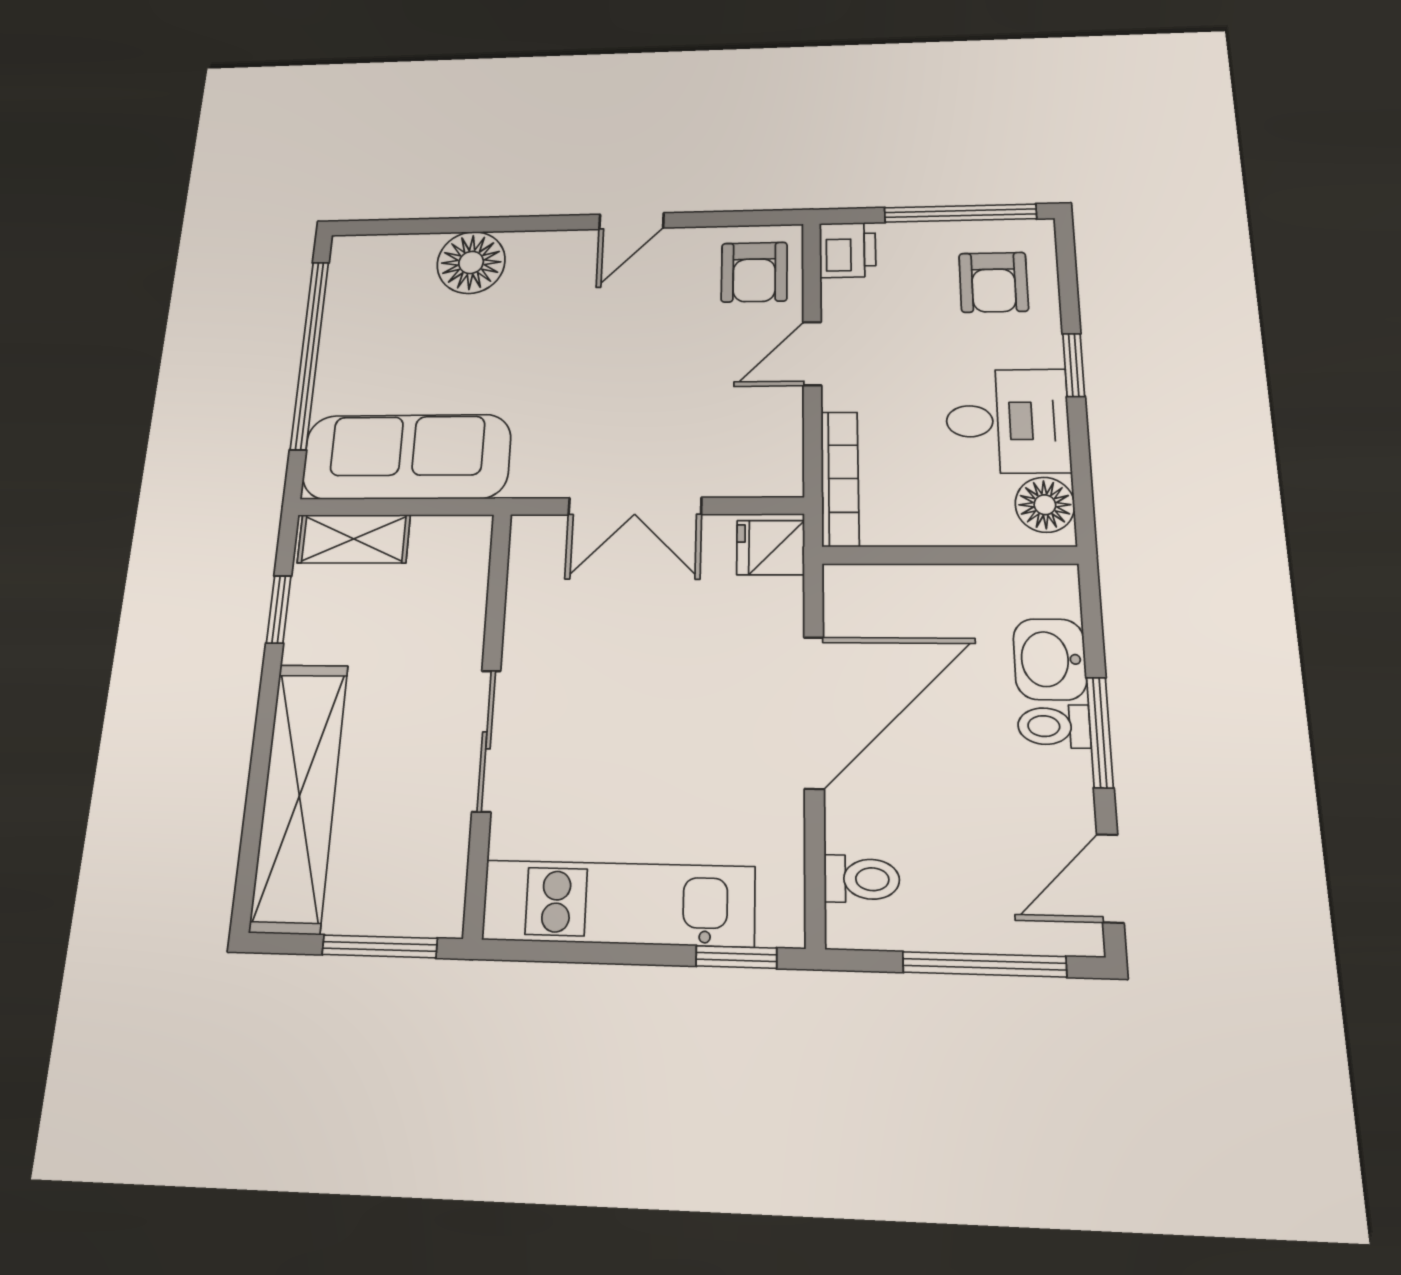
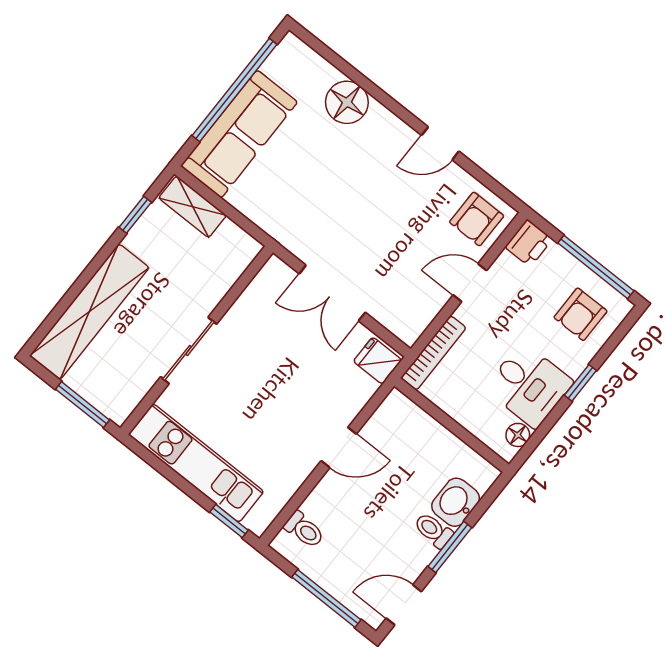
sofa: (407, 457) -> (239, 134), moved, turned 90
floor lamp: (1045, 505) -> (518, 435), width x0.73, depth x0.73
door: (814, 712) -> (339, 447), width x0.53

